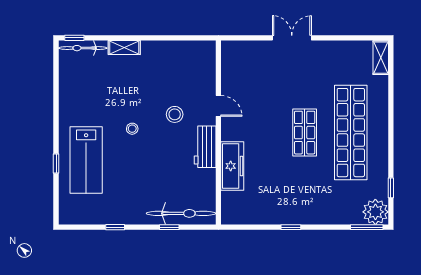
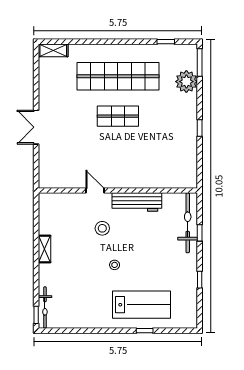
shelving: (124, 48) -> (45, 249), moved
door: (218, 106) -> (95, 191), hinge flipped
workbench: (205, 147) -> (137, 202), width x1.38
freezer: (232, 166) -> (147, 179), removed
plant: (375, 212) -> (186, 82), moved

